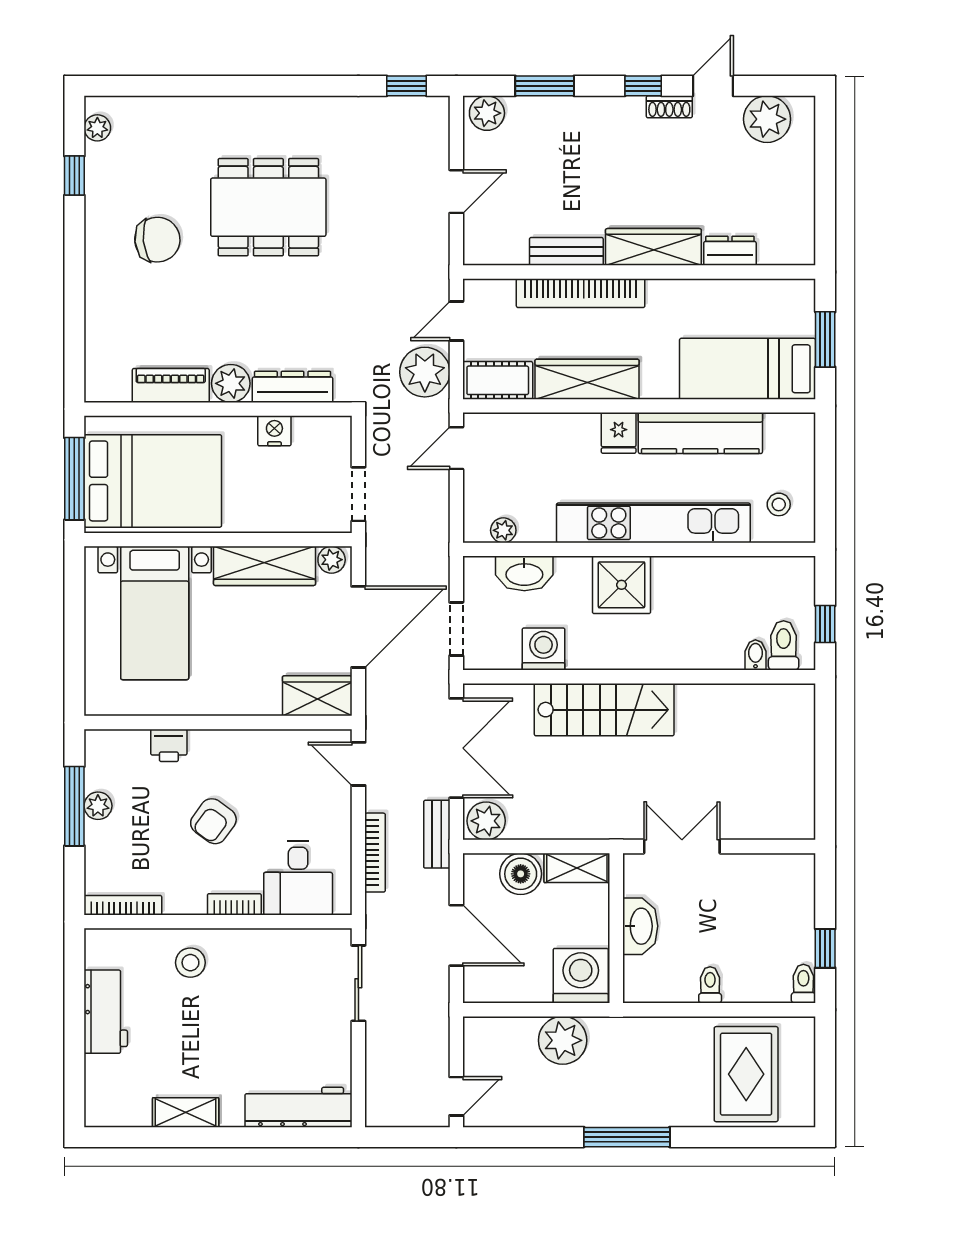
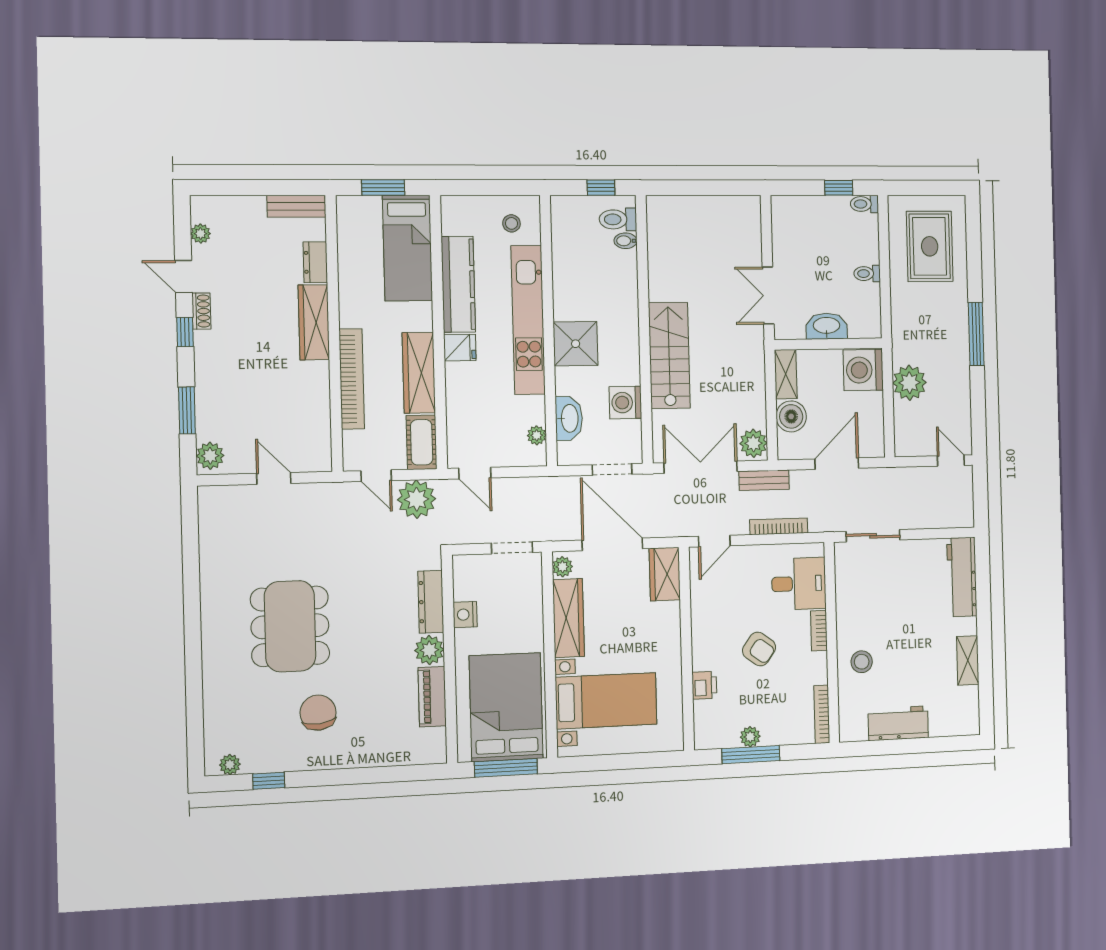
window: (407, 86) -> (190, 520), removed
plant: (767, 119) -> (201, 234), width x0.53, depth x0.53
bench: (566, 251) -> (296, 206), moved, turned 90
rug: (746, 1074) -> (930, 246), turned 90

